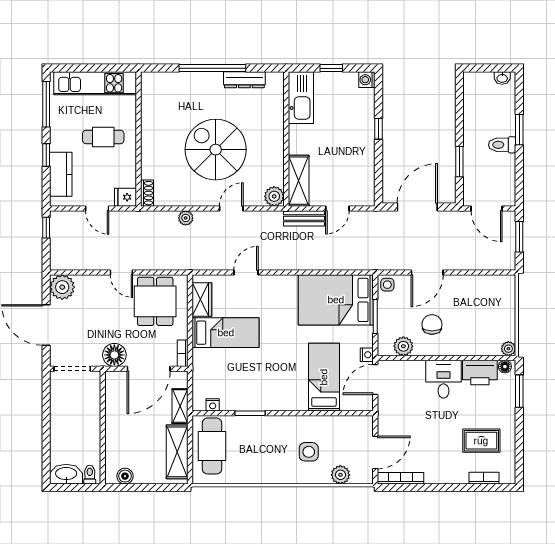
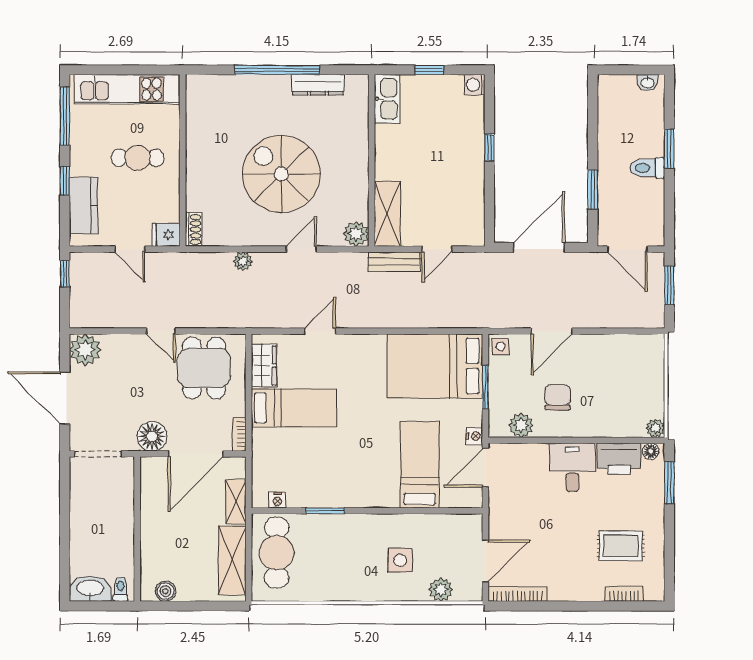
kitchen sink: (301, 98) -> (387, 99), width x0.73, depth x0.81

